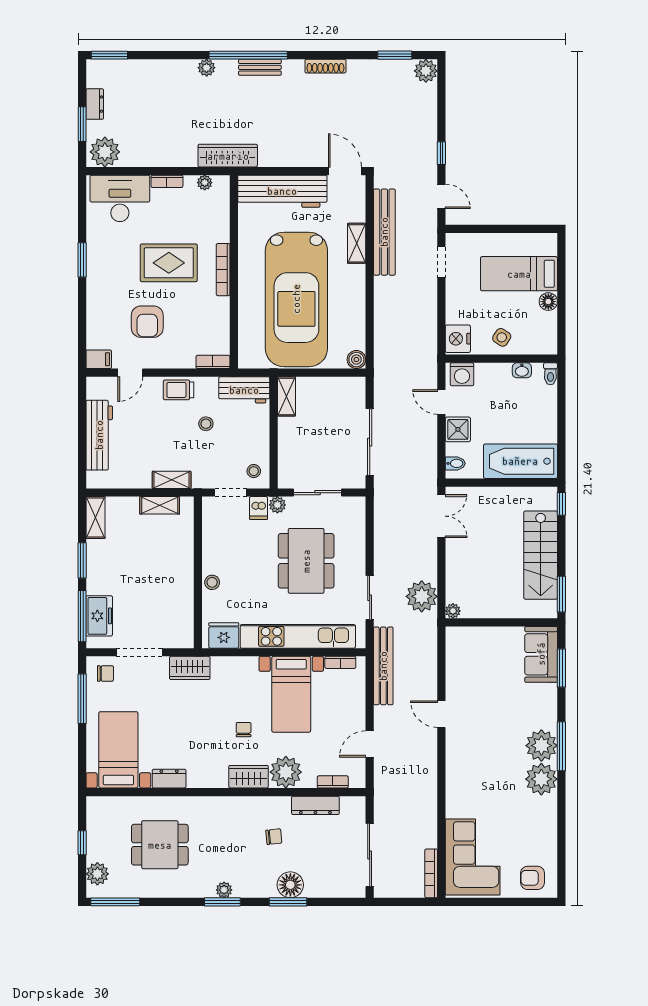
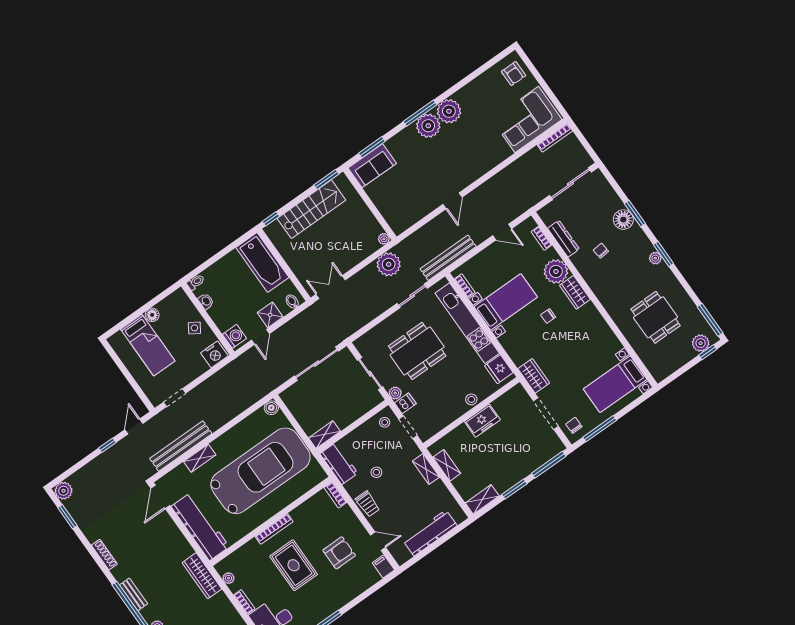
freezer: (99, 616) -> (482, 421), moved, turned 180
dresser: (169, 779) -> (611, 340), removed
window: (82, 843) -> (708, 352), moved

